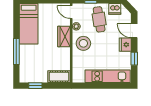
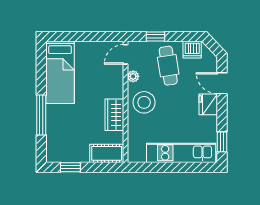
door: (71, 12) -> (125, 54), hinge flipped
wardrobe: (64, 37) -> (114, 115), moved
window: (134, 59) -> (222, 142), moved

